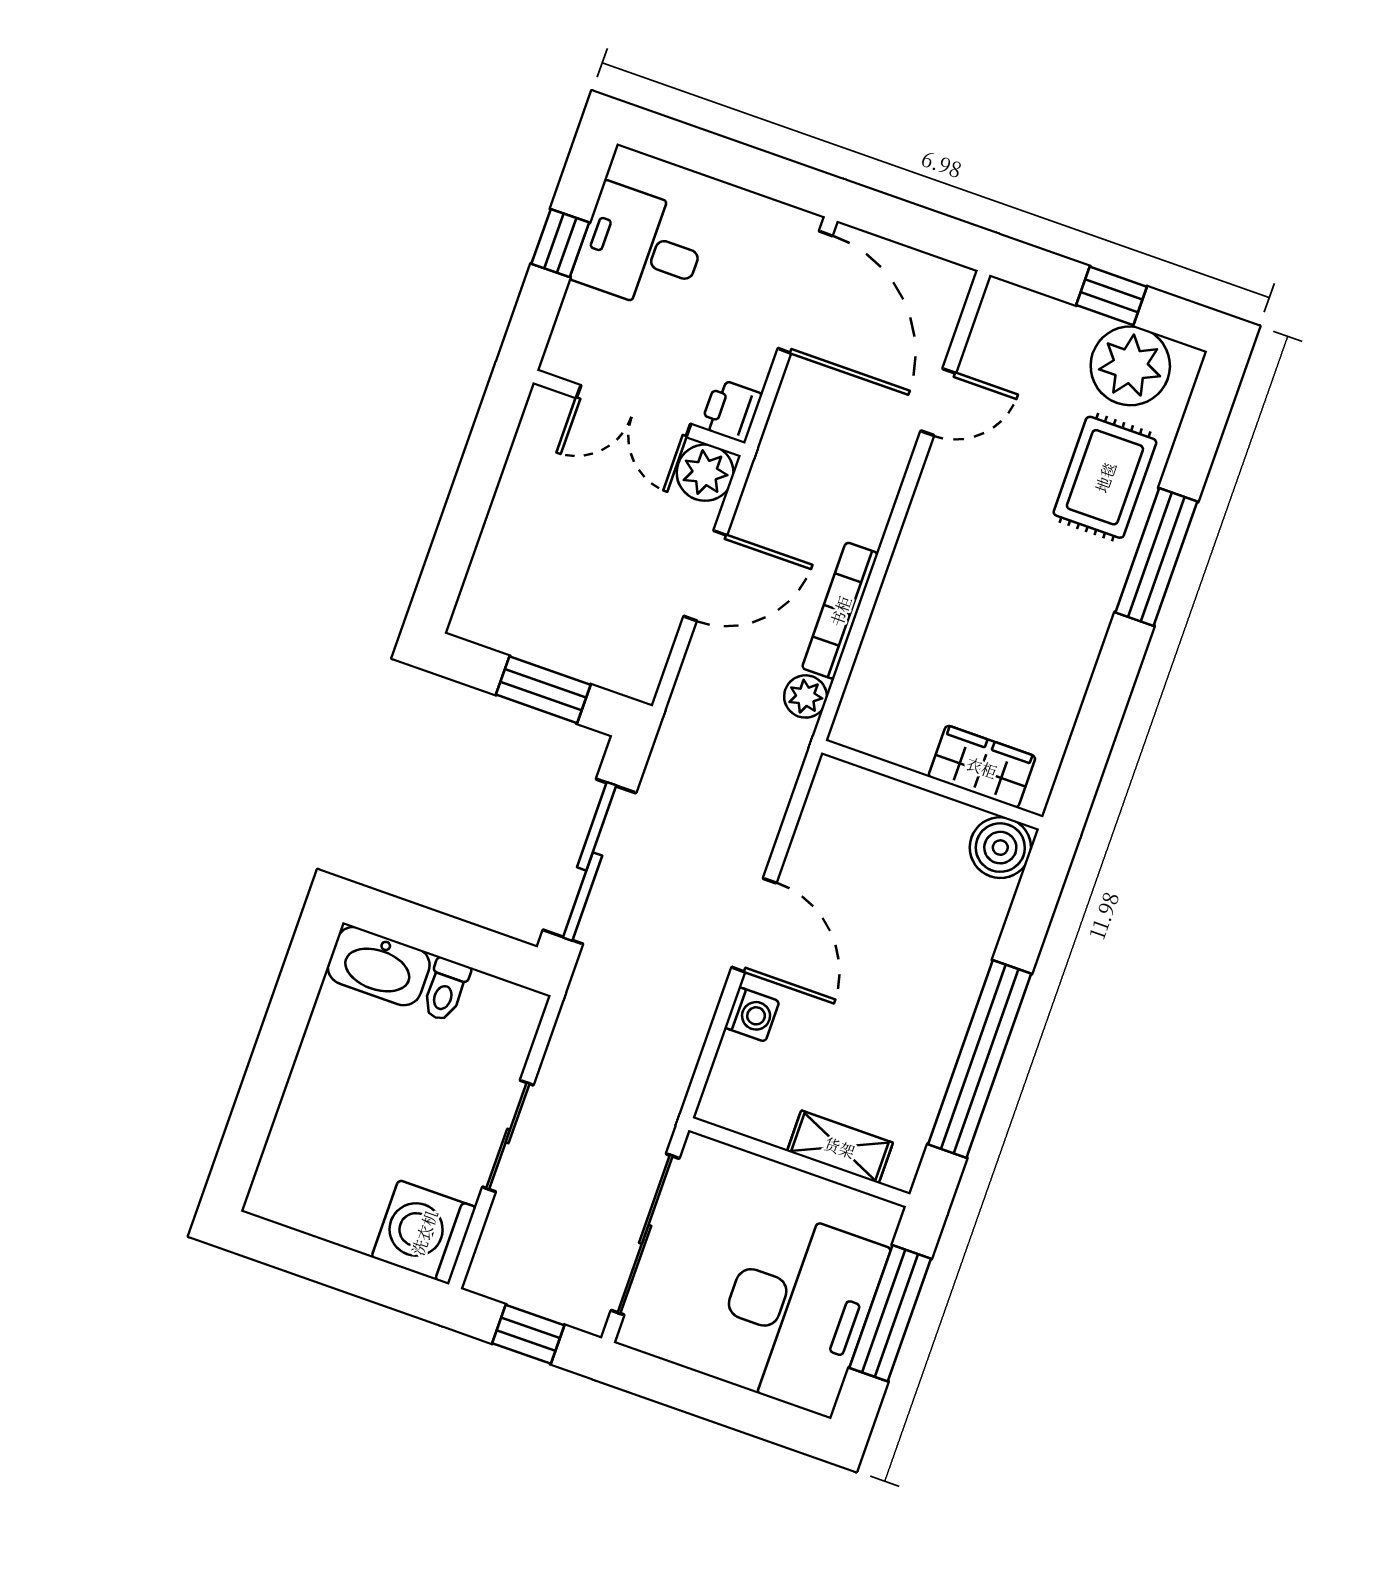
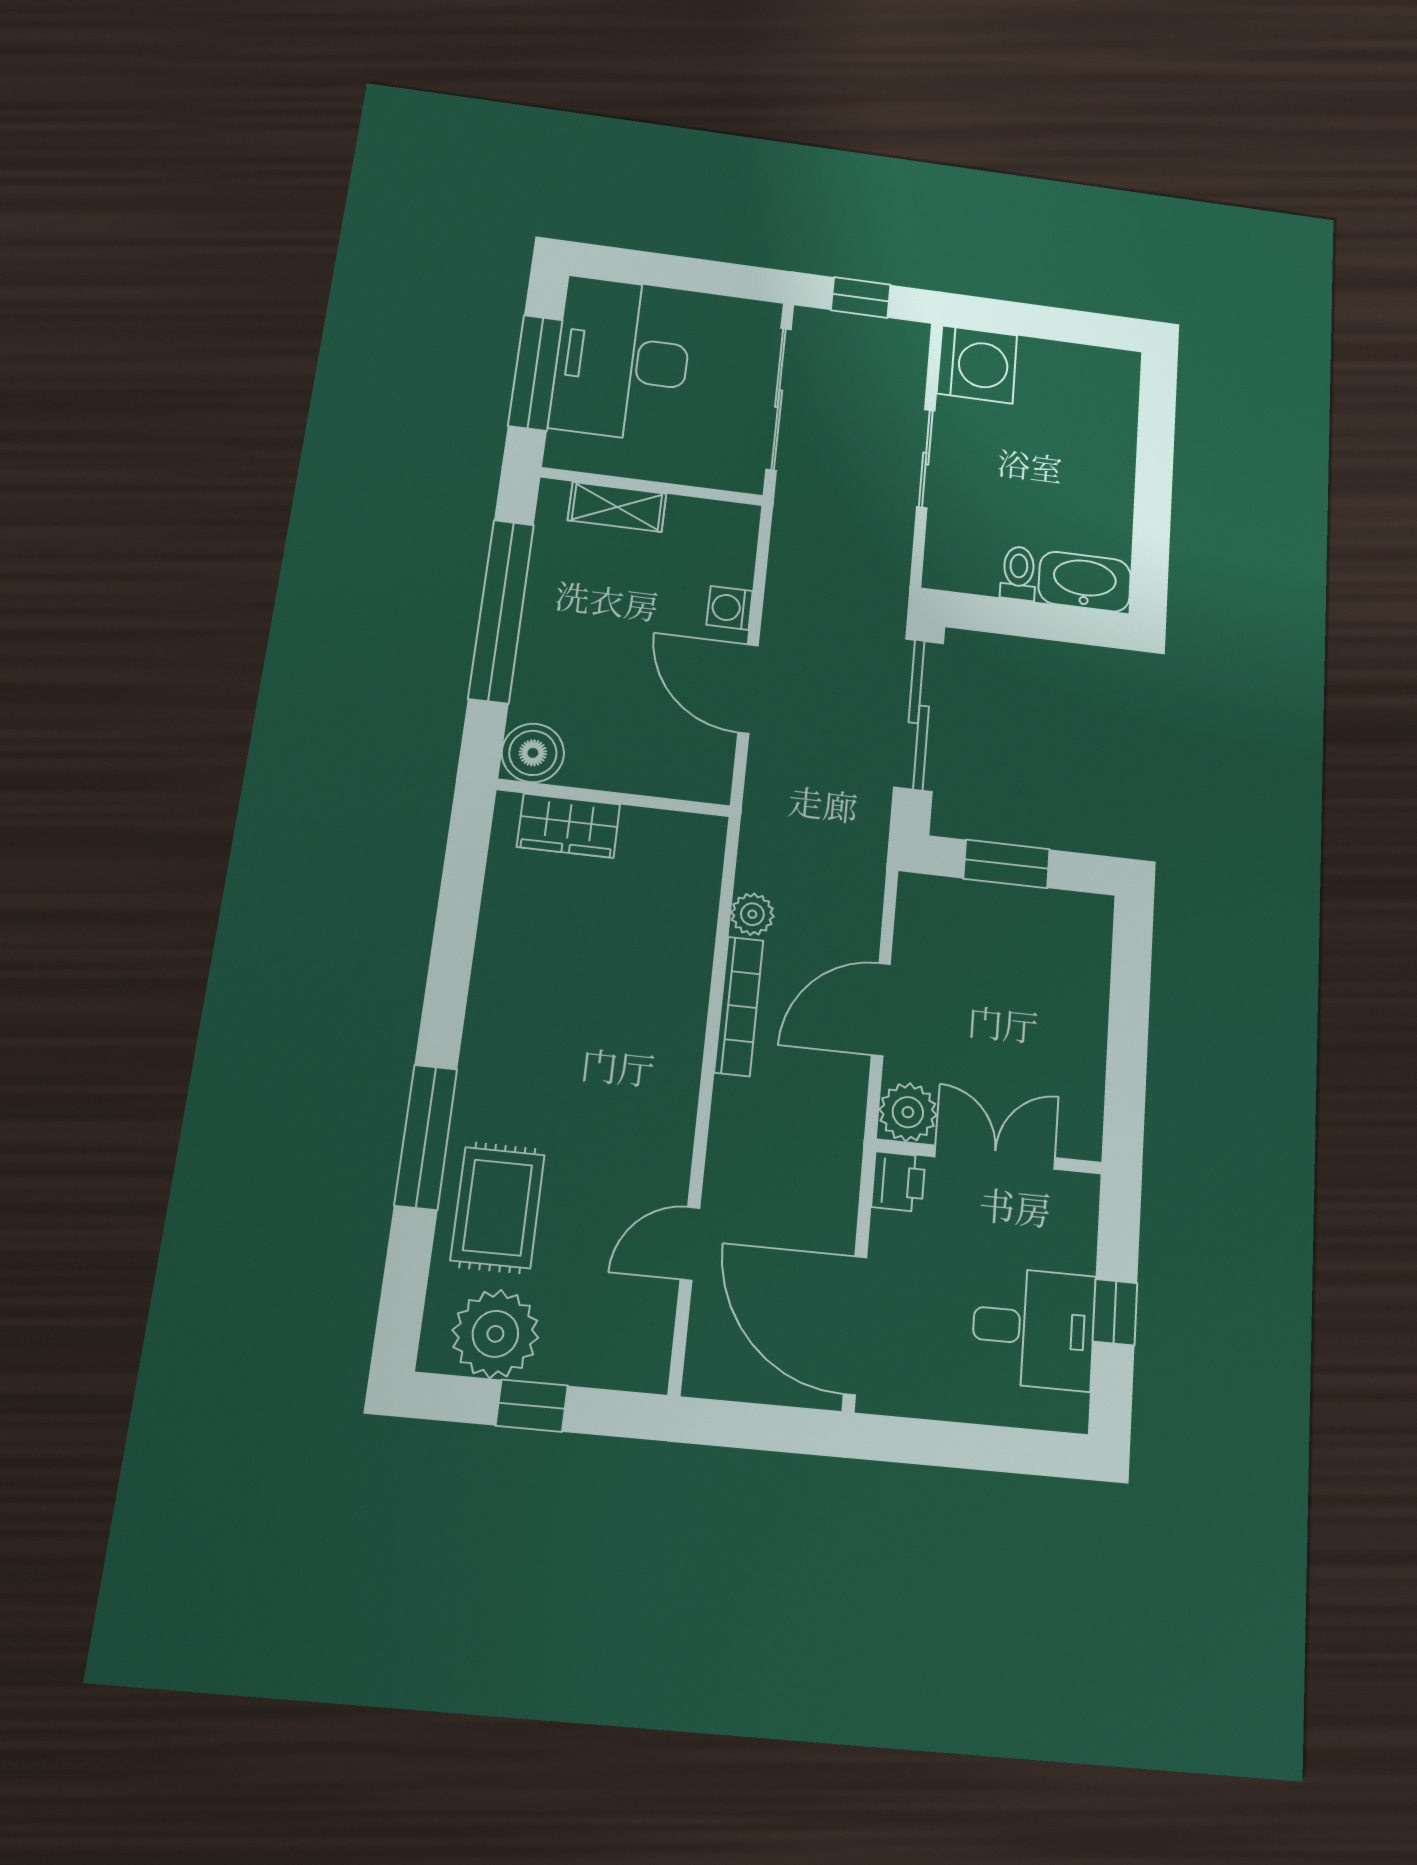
wardrobe: (982, 767) -> (569, 826), moved
wall: (932, 785) -> (614, 798), moved
boiler: (1000, 848) -> (533, 753), moved

